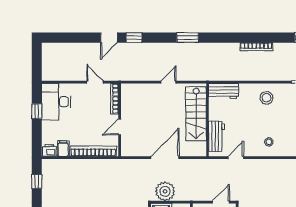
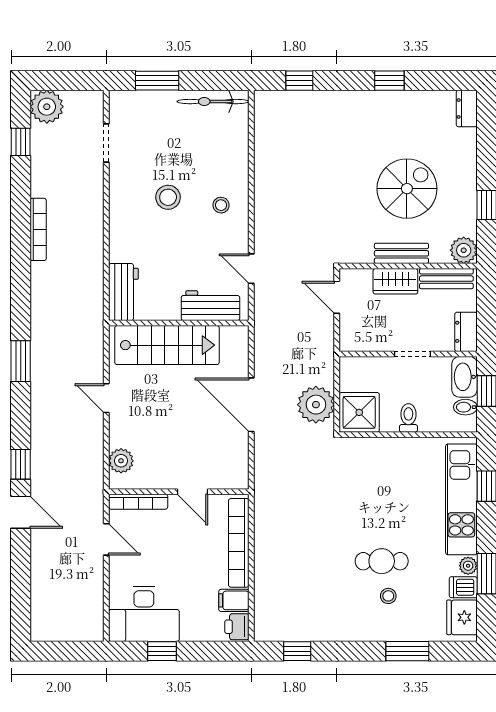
door: (95, 82) -> (106, 539), swing flipped
plant: (136, 90) -> (121, 461), added
stool: (267, 98) -> (168, 197), moved

